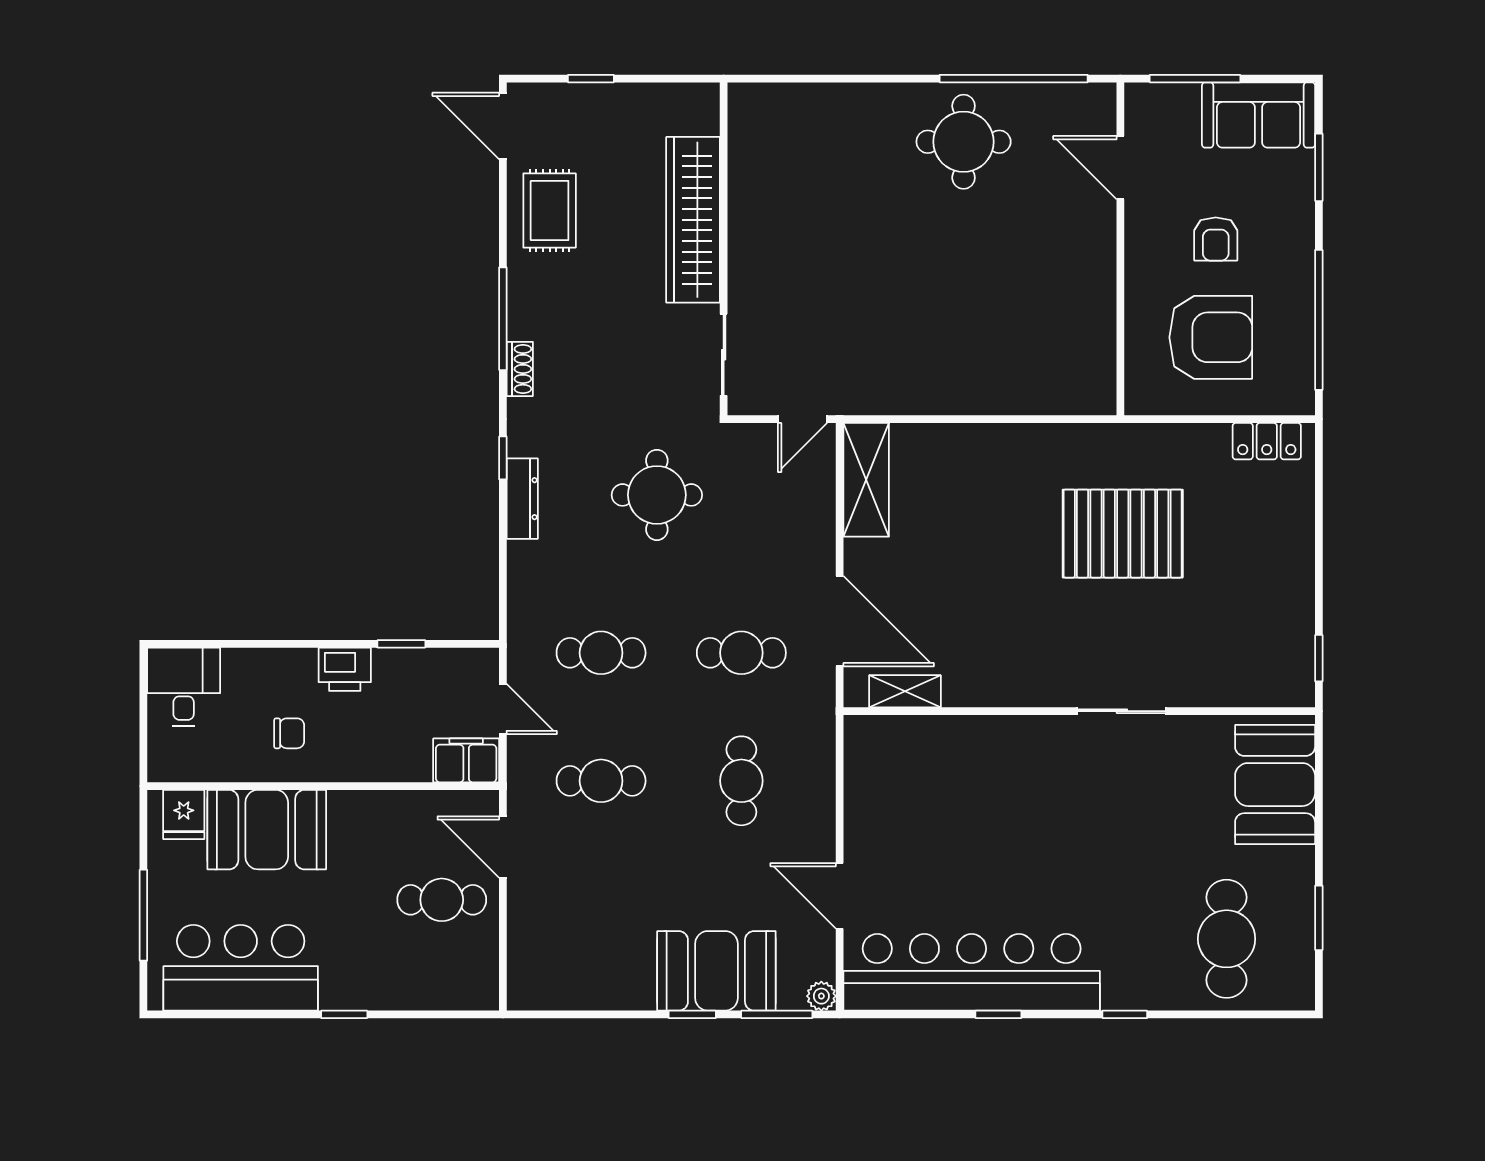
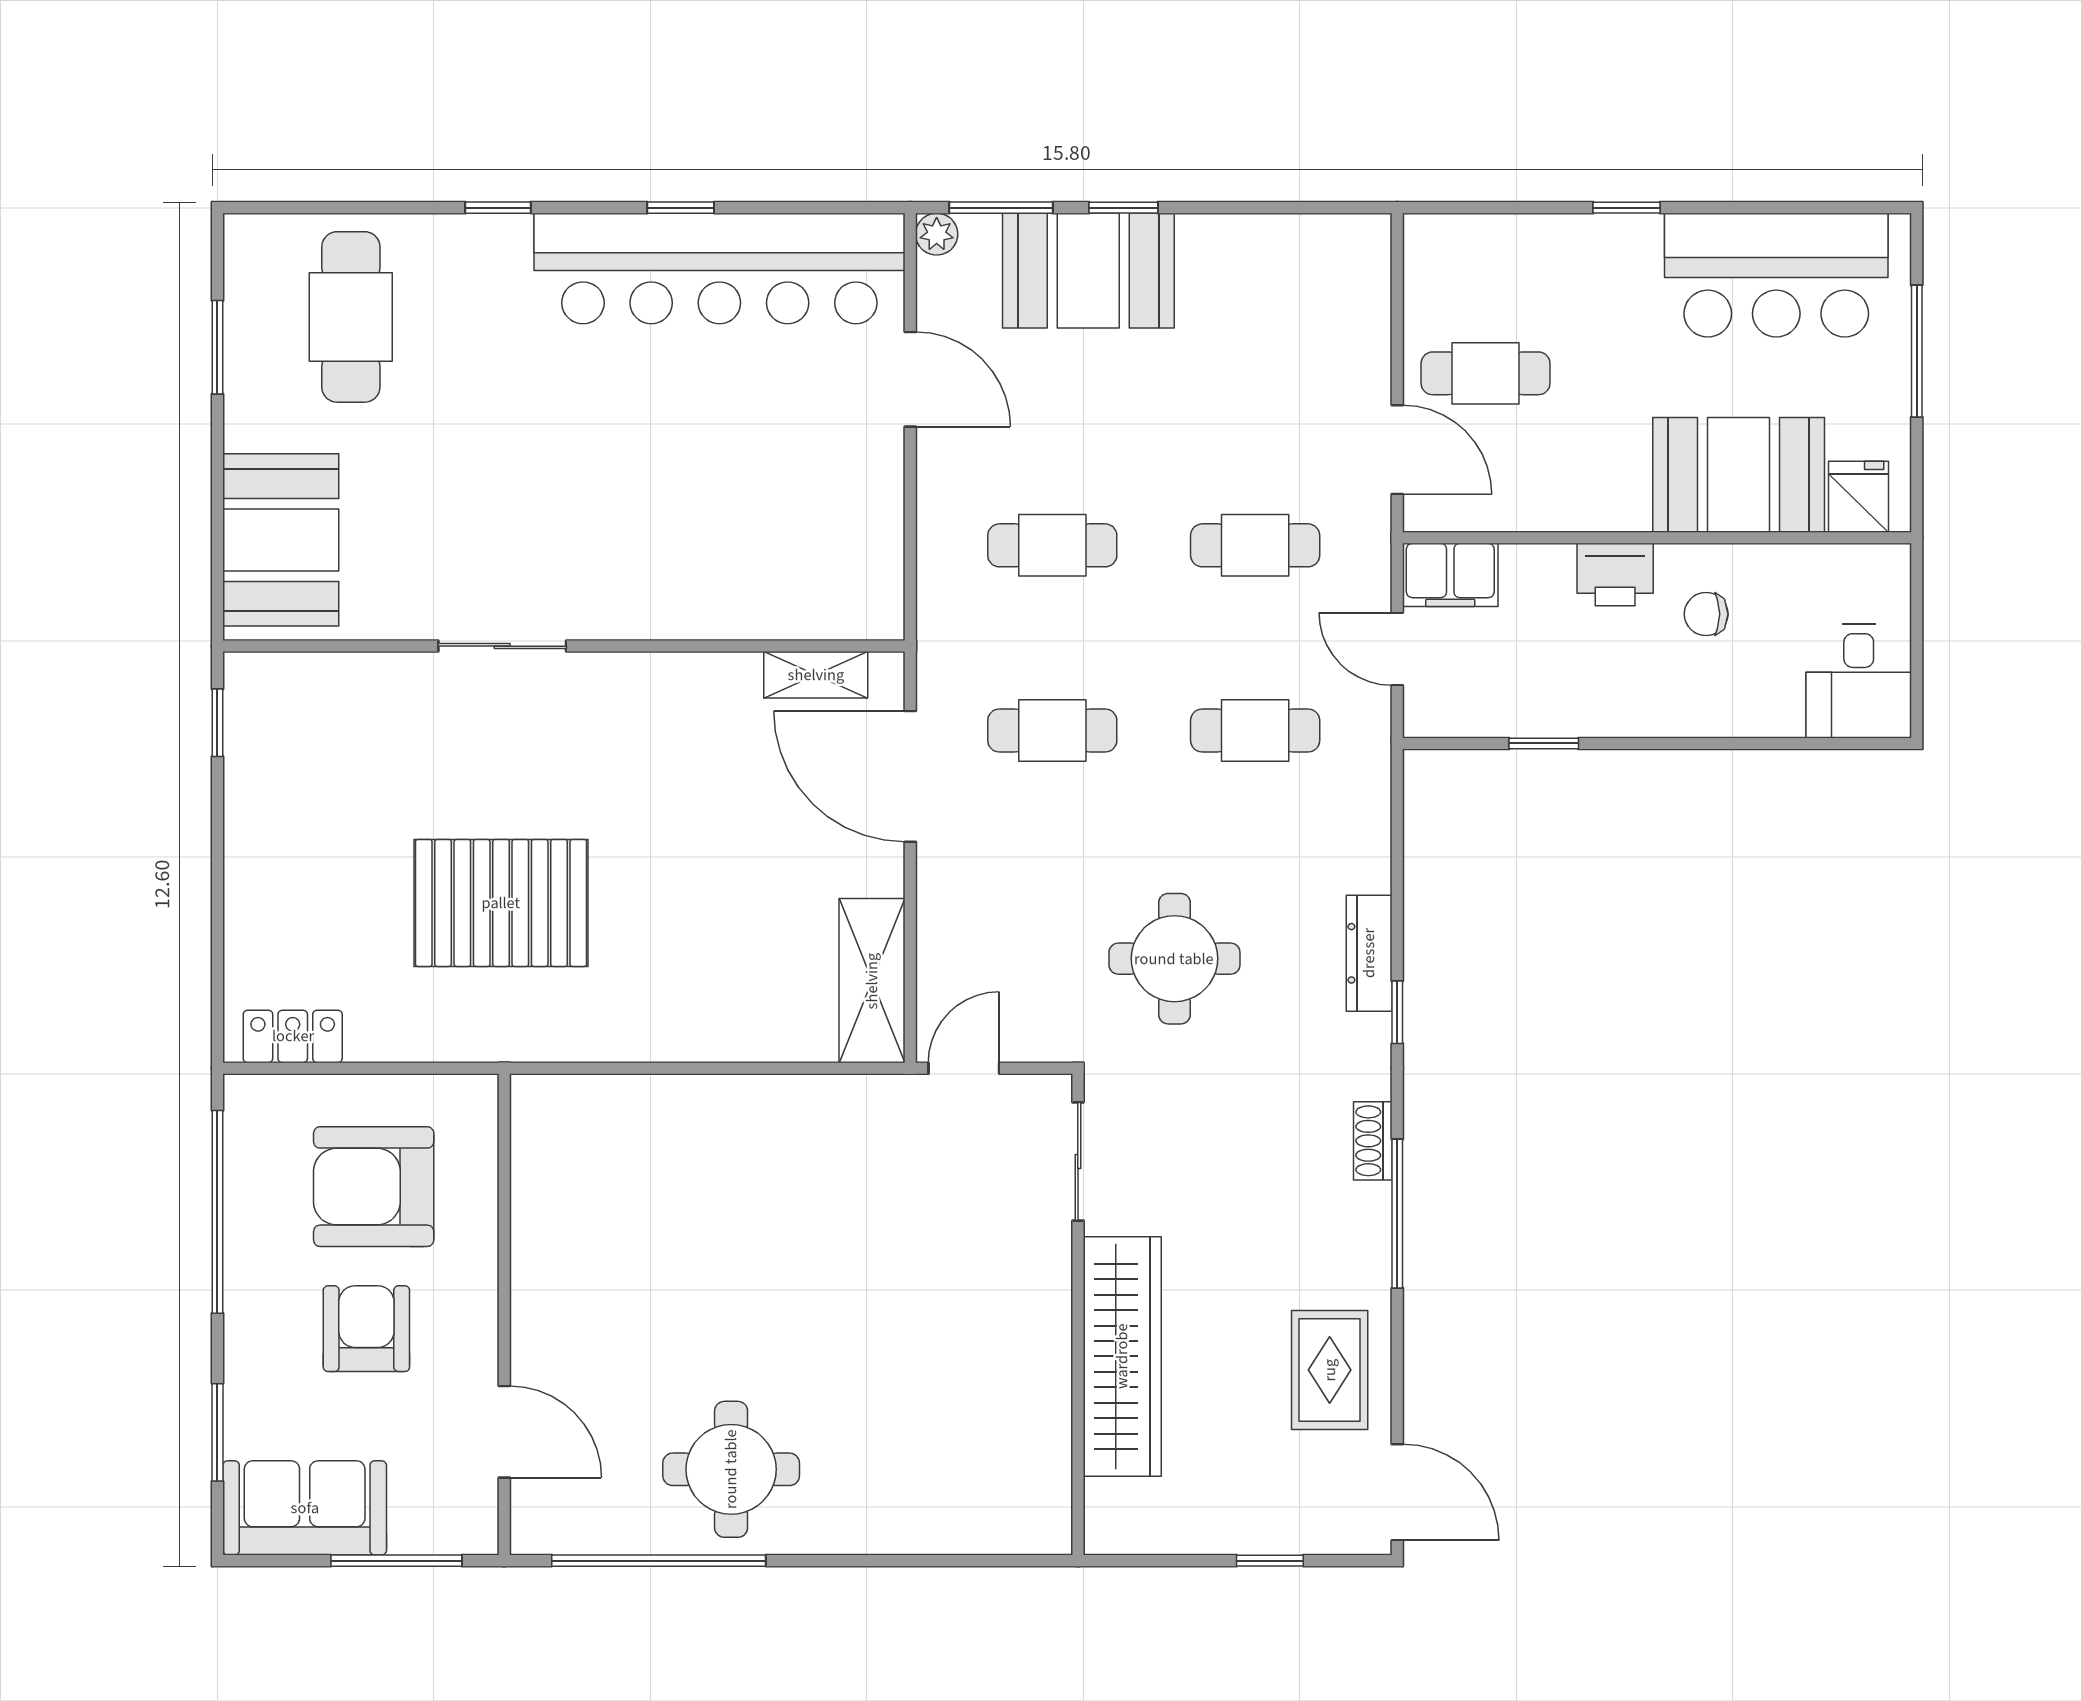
armchair: (1216, 239) -> (366, 1329), width x1.38, depth x1.38
printer: (345, 669) -> (1615, 575), moved, turned 180
cafe table: (741, 781) -> (1052, 545), turned 90

